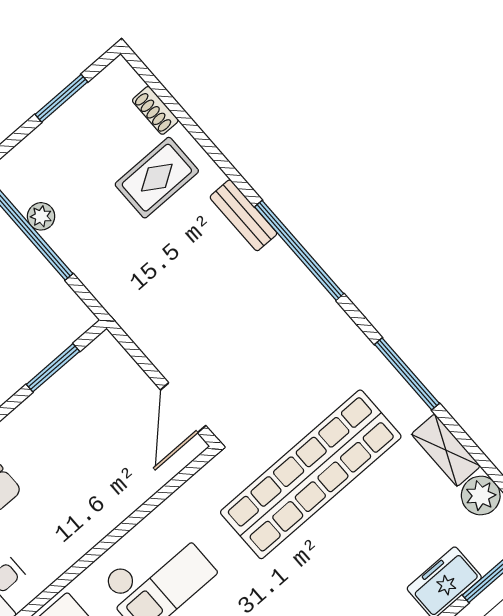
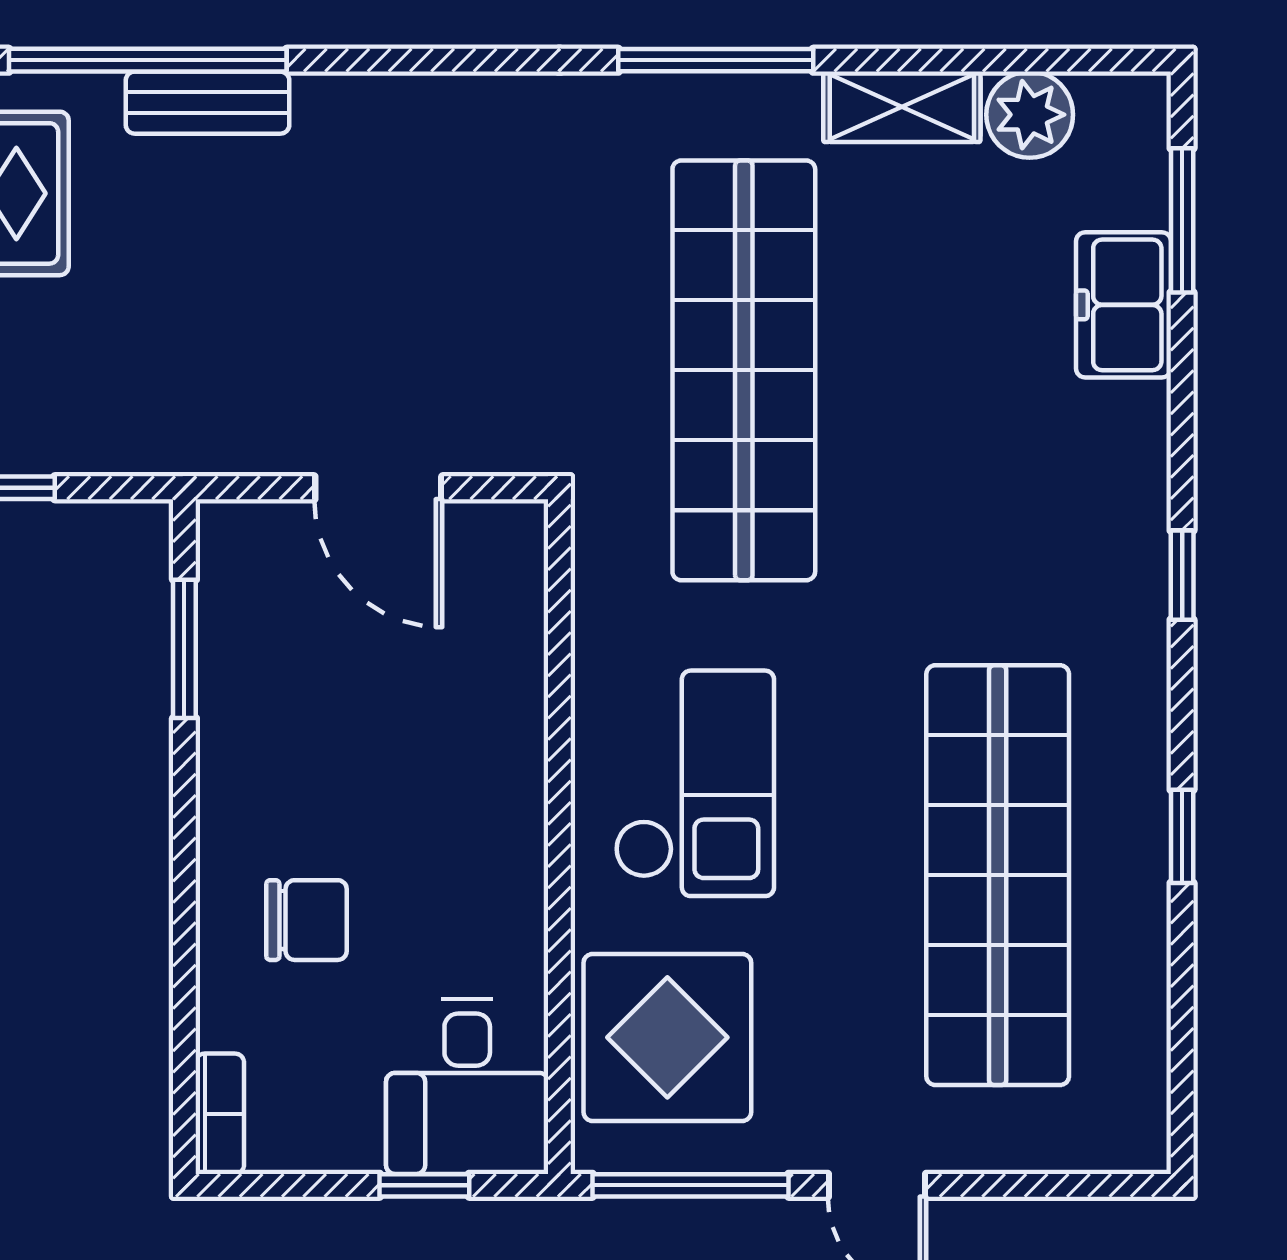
window: (299, 250) -> (148, 60), moved
door: (183, 408) -> (378, 488), moved

